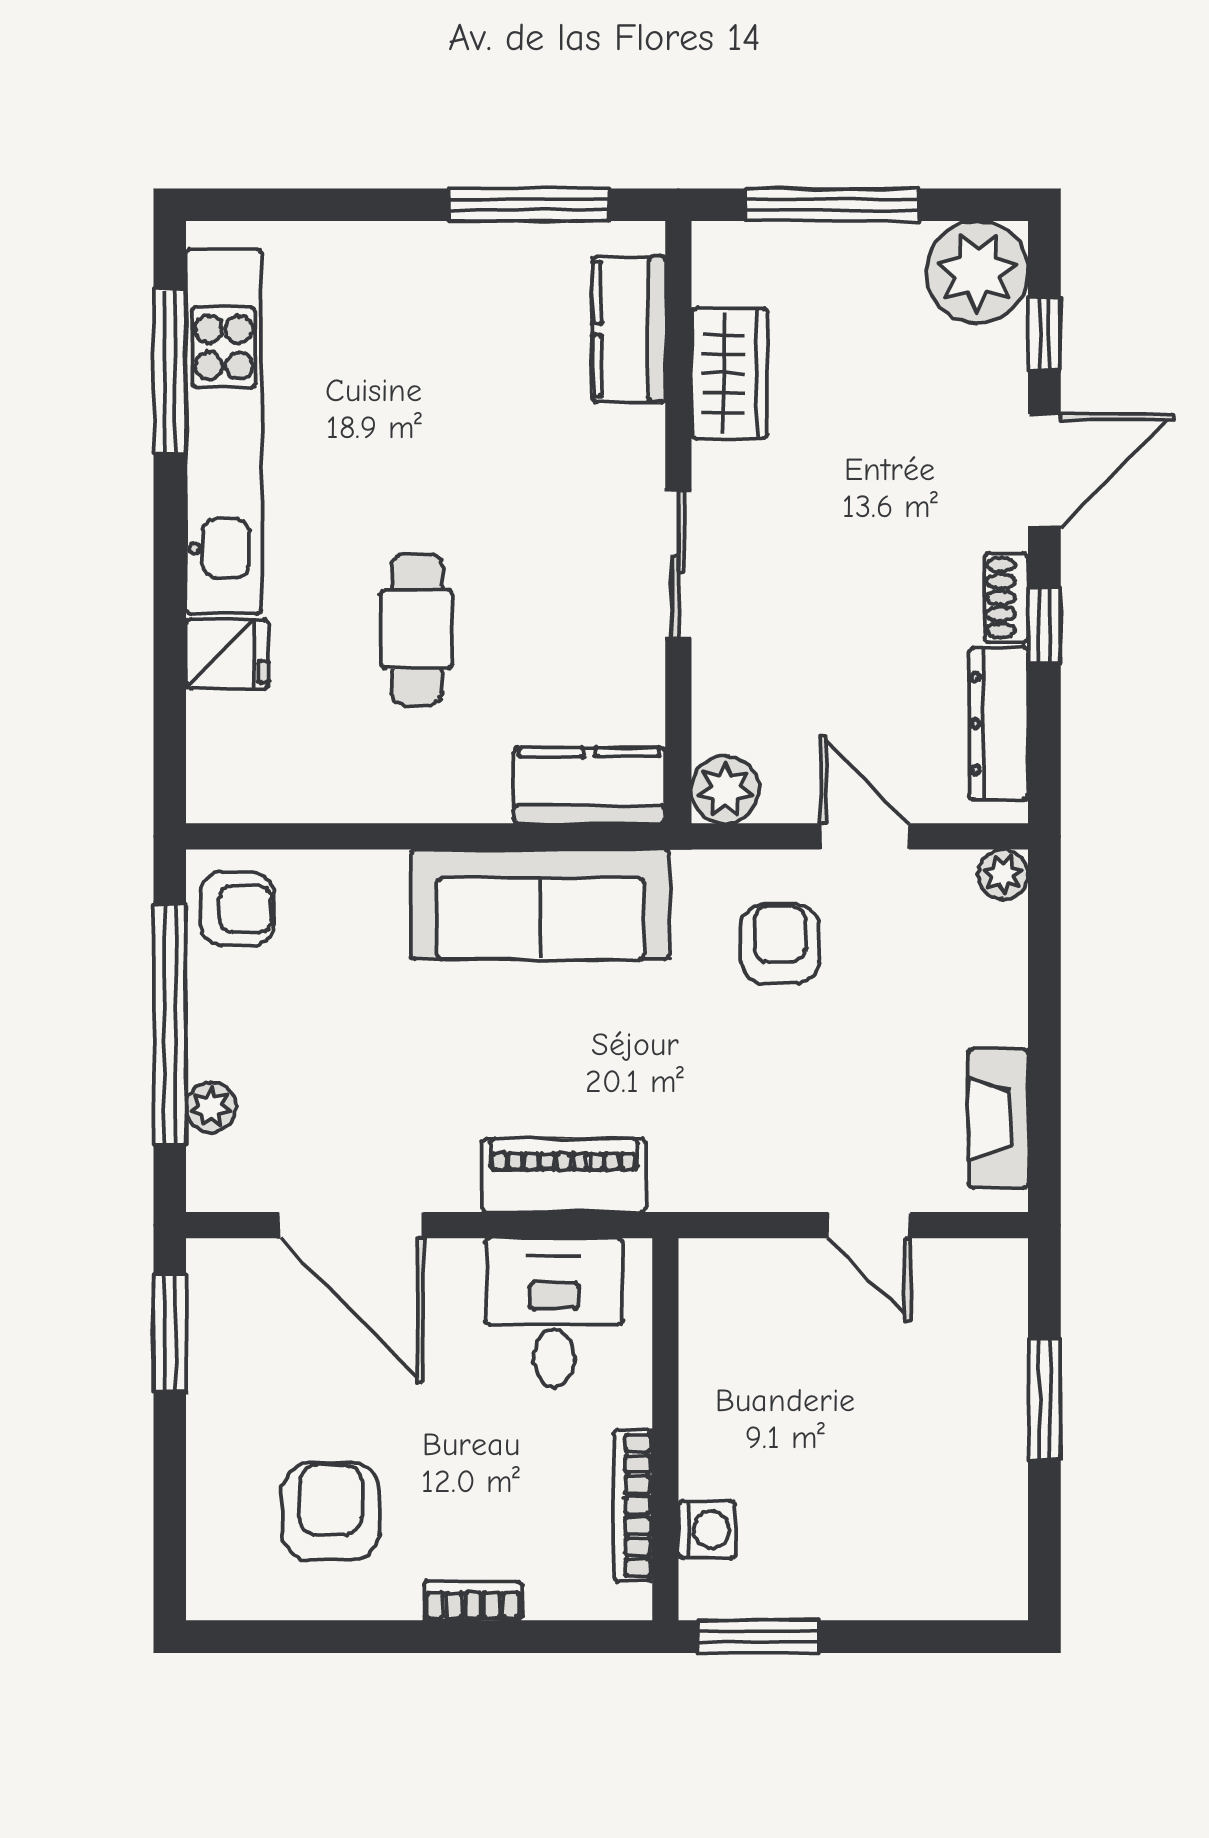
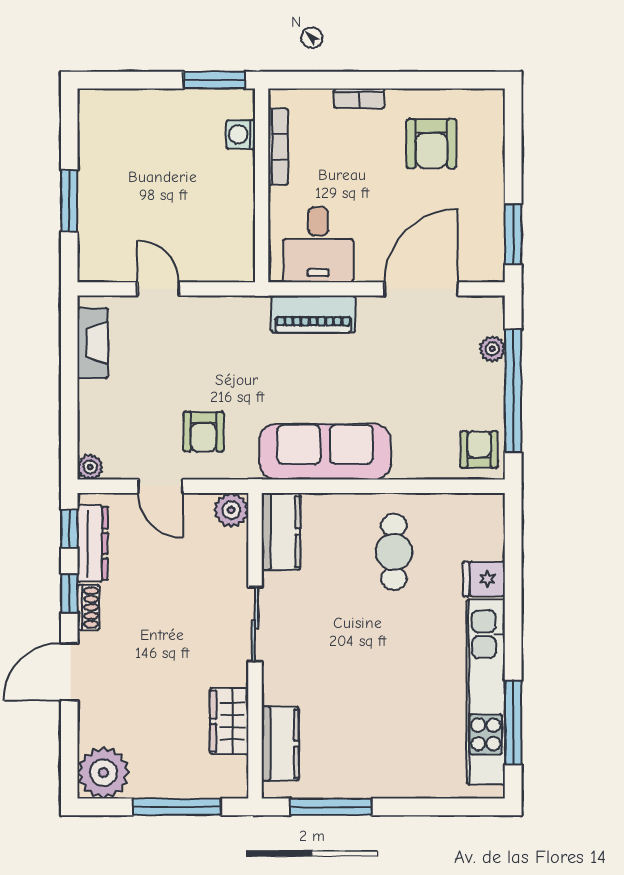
window: (1044, 333) -> (69, 529), moved
cafe table: (417, 629) -> (394, 552), moved
kitchen counter: (589, 785) -> (281, 532), moved, turned -90
armchair: (237, 909) -> (479, 449), turned 90
door: (351, 1225) -> (421, 289), hinge flipped

